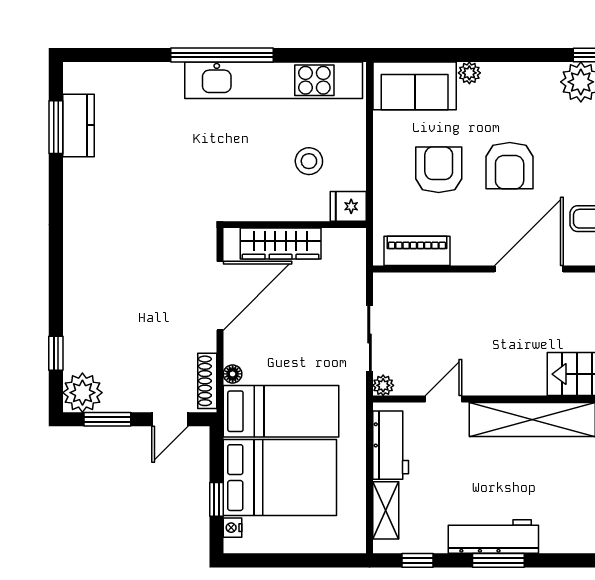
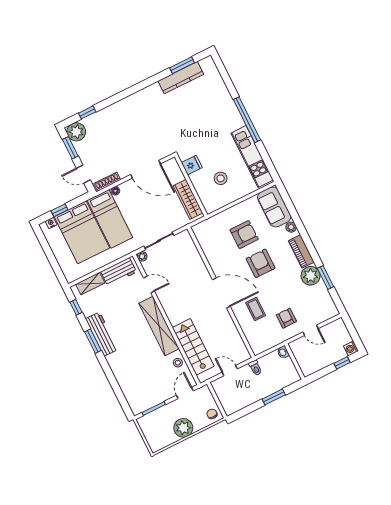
kitchen unit: (274, 80) -> (252, 157), width x0.73
kitchen counter: (79, 125) -> (181, 78), width x1.50
armchair: (510, 166) -> (261, 263), turned 90
fridge: (348, 206) -> (192, 165), moved, turned 90
wardrobe: (281, 244) -> (188, 199), moved
piano: (417, 251) -> (301, 251), moved, turned 180

